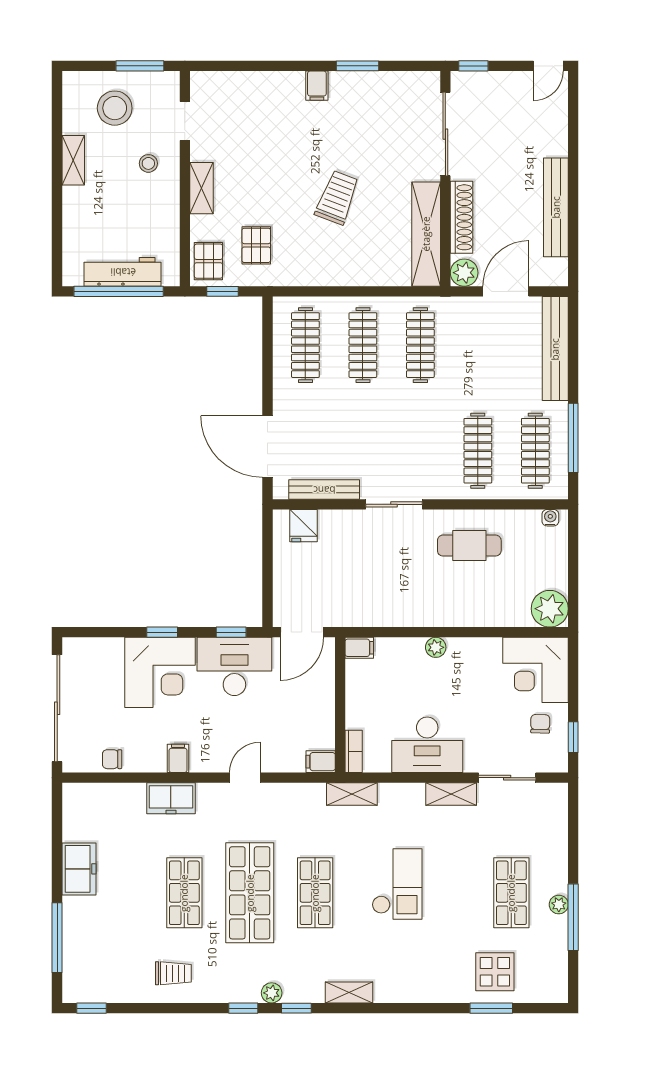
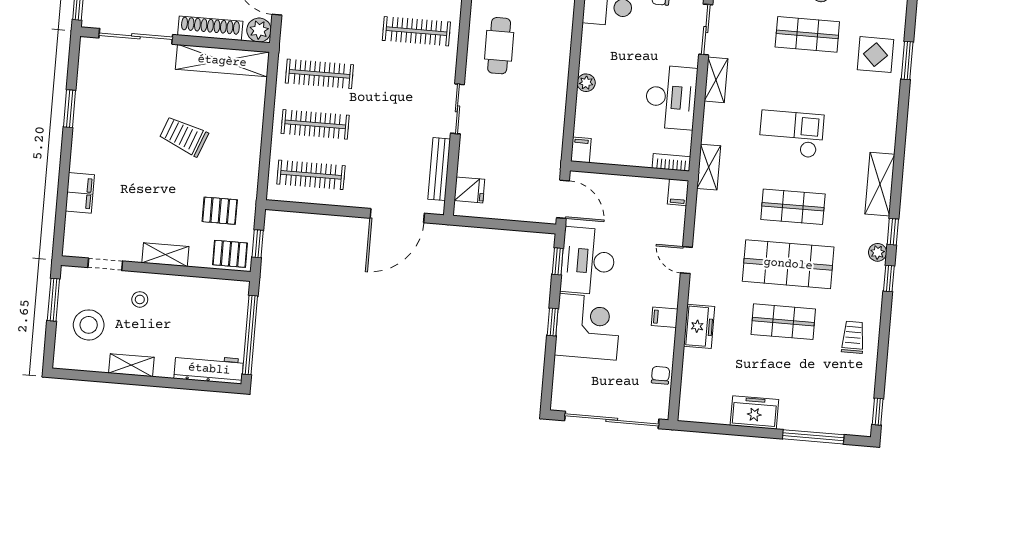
filing cabinet: (317, 86) -> (80, 193), moved, width x2.00
workbench: (123, 272) -> (209, 369), moved, turned 90
chair: (112, 759) -> (660, 375), turned 180
shelving: (349, 992) -> (880, 184), width x1.50, depth x1.33

